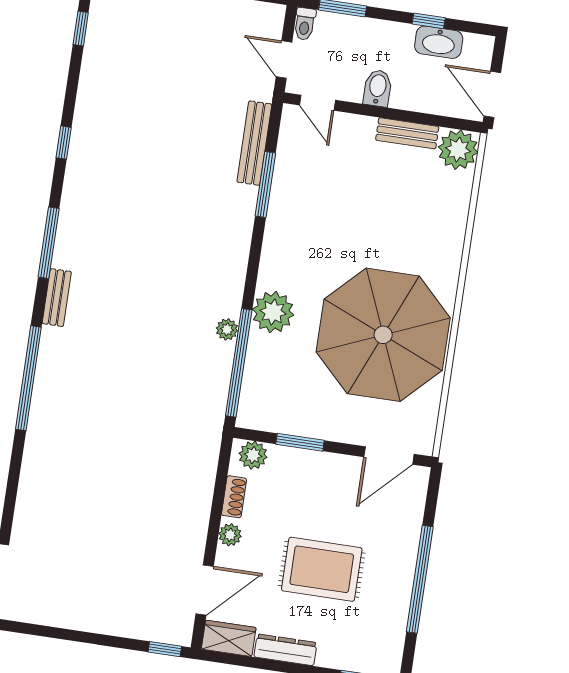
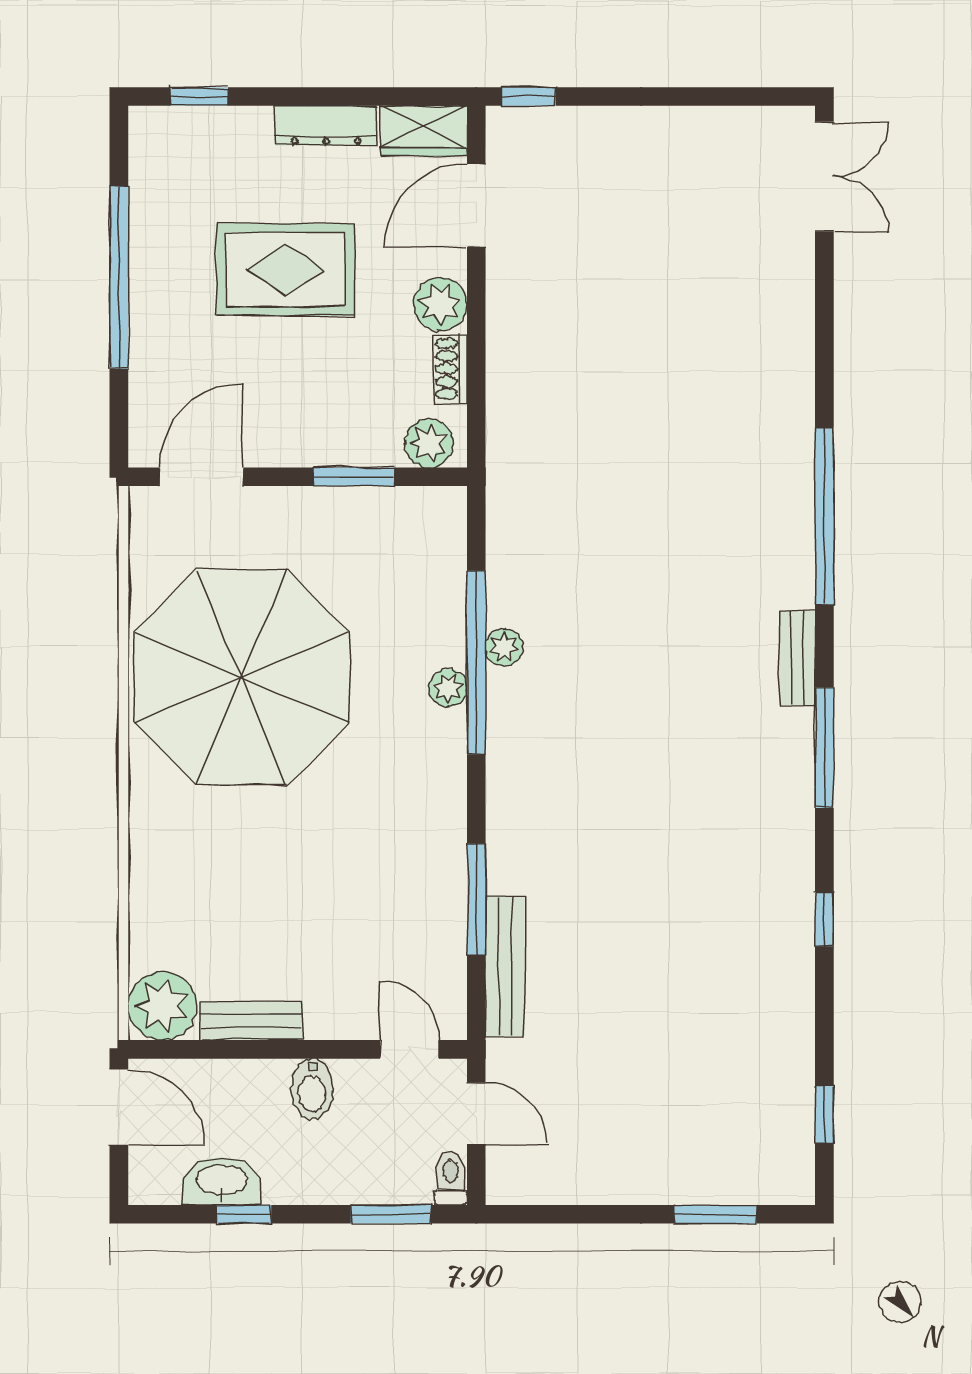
plant: (273, 312) -> (448, 688), width x0.53, depth x0.53
window: (239, 363) -> (476, 663), moved
plant: (230, 535) -> (440, 304), width x1.38, depth x1.38

